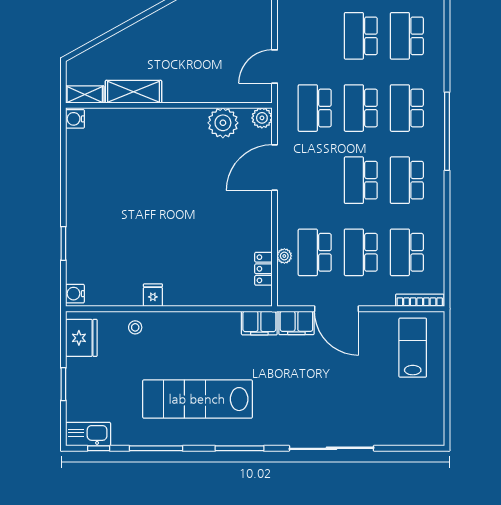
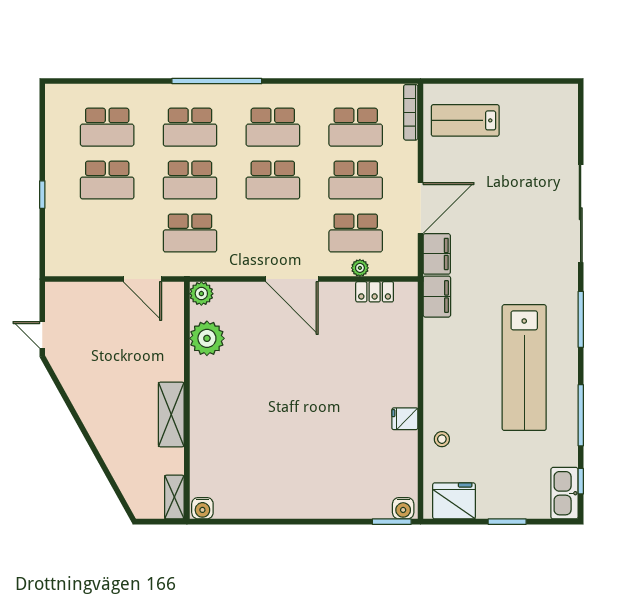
shelving: (134, 92) -> (171, 415), moved
door: (275, 167) -> (292, 279), moved
window: (63, 243) -> (392, 522), moved

